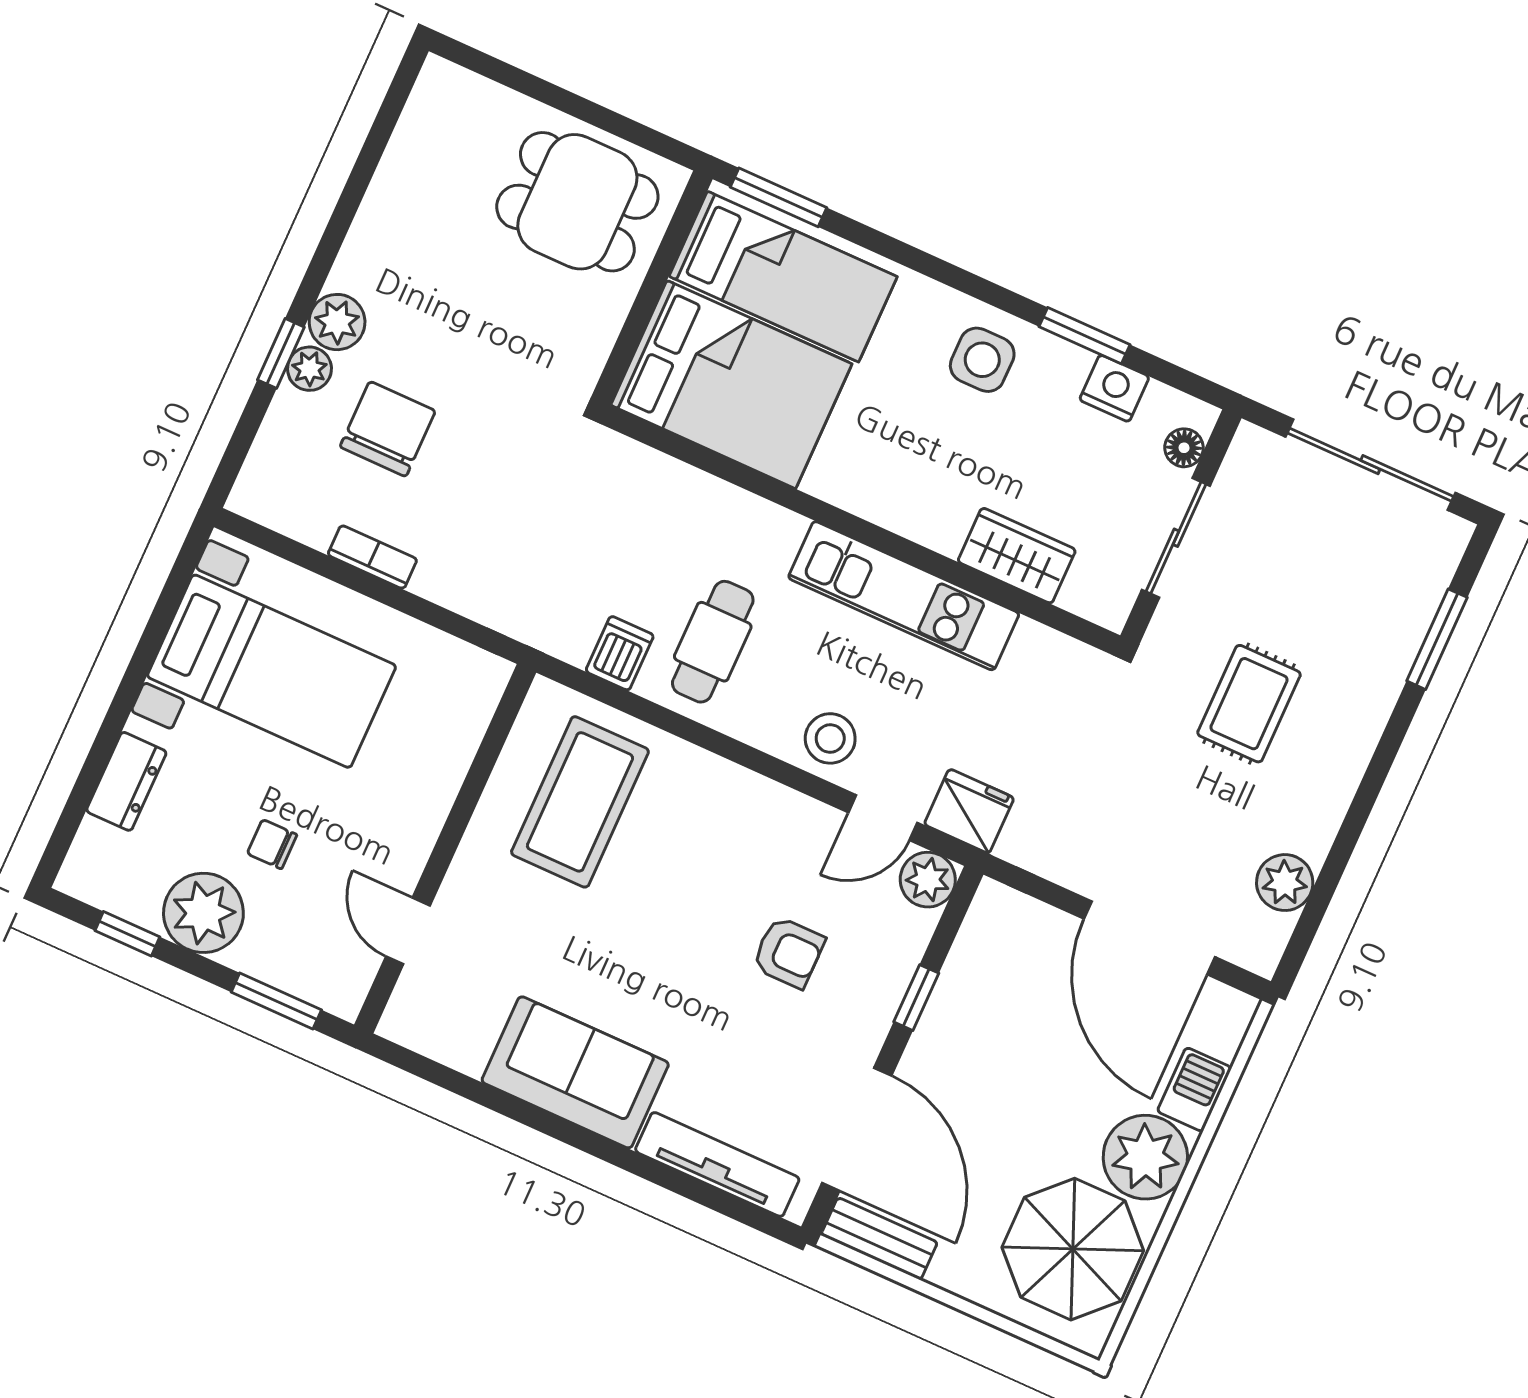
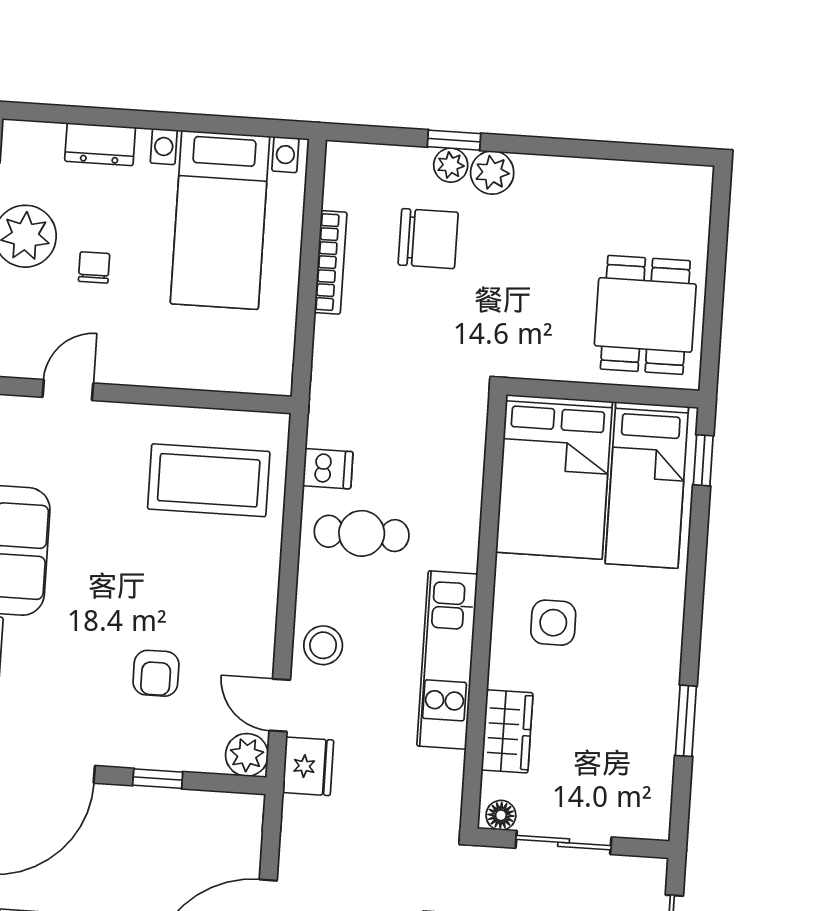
window: (779, 197) -> (703, 460), width x0.67
side table: (982, 360) -> (553, 623), moved
nightstand: (1114, 388) -> (656, 757), removed
floor lamp: (1184, 448) -> (501, 815), moved
bookcase: (372, 557) -> (331, 262), width x1.56

